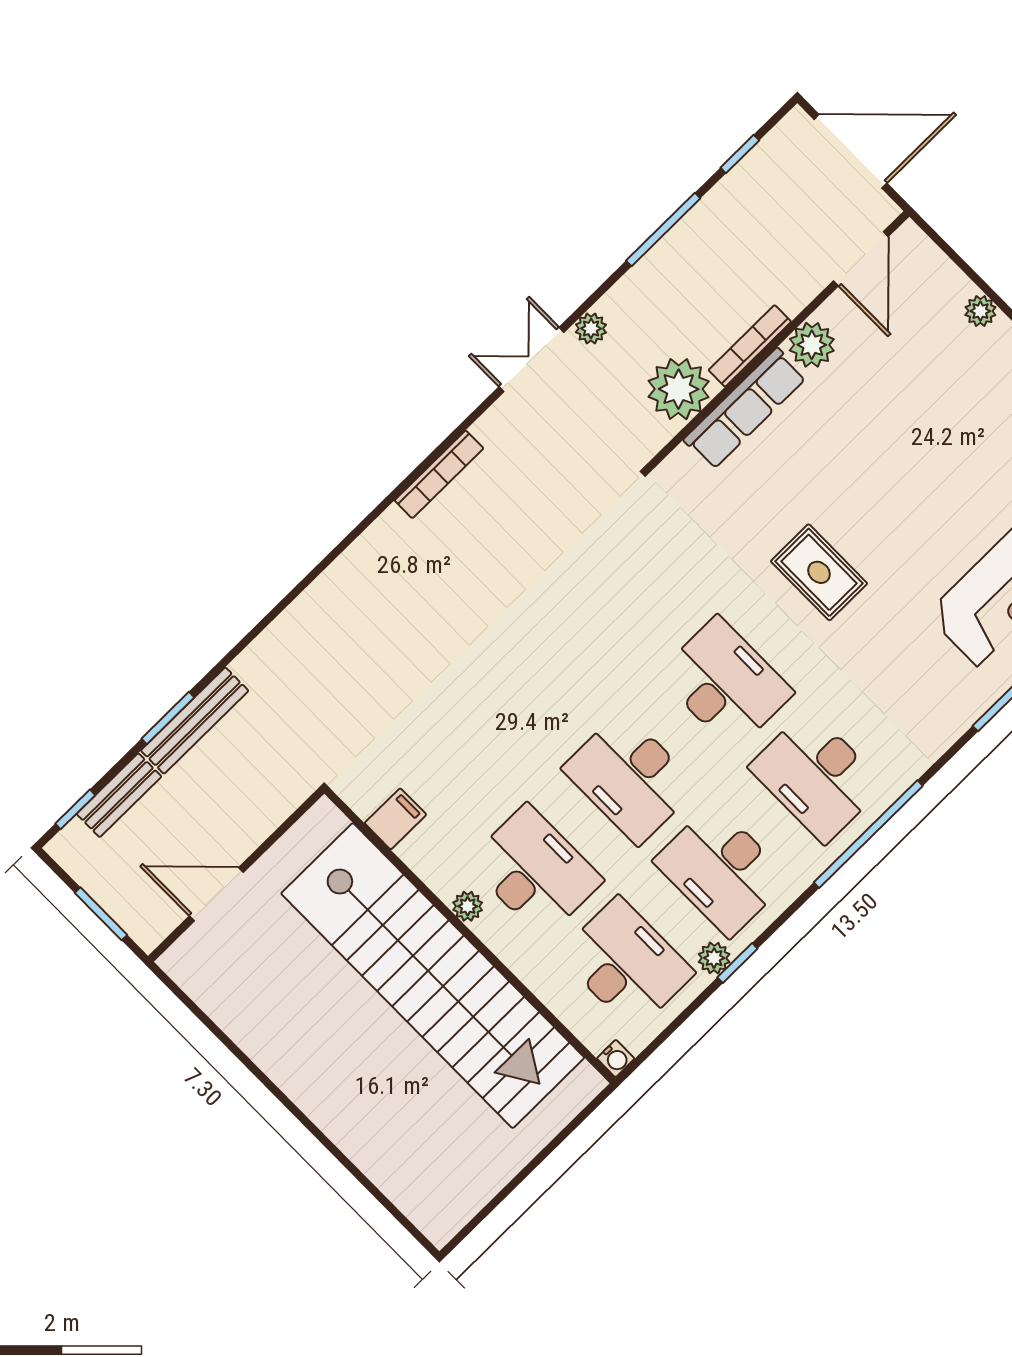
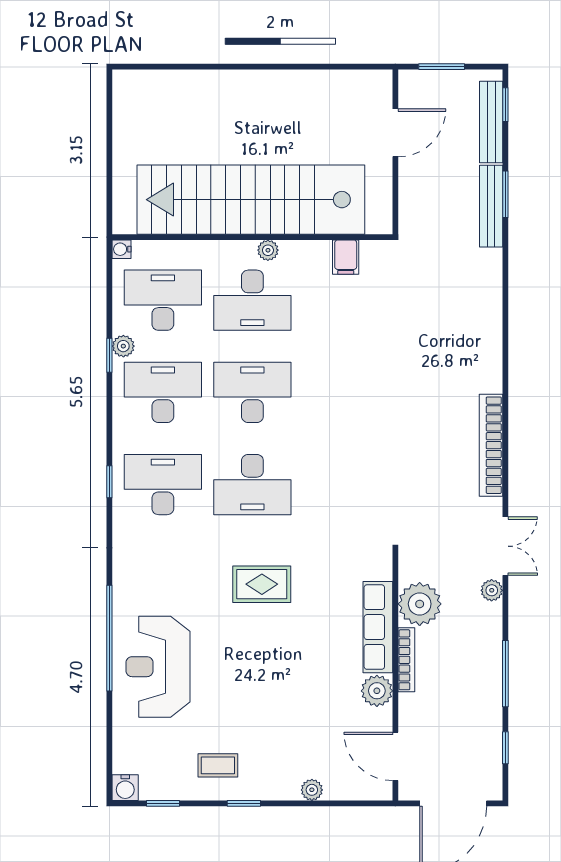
bookcase: (439, 474) -> (491, 445), width x1.48, depth x1.31
bench: (119, 795) -> (491, 122), width x1.36
window: (868, 834) -> (109, 482), width x0.32
desk: (626, 964) -> (163, 300), turned 180

